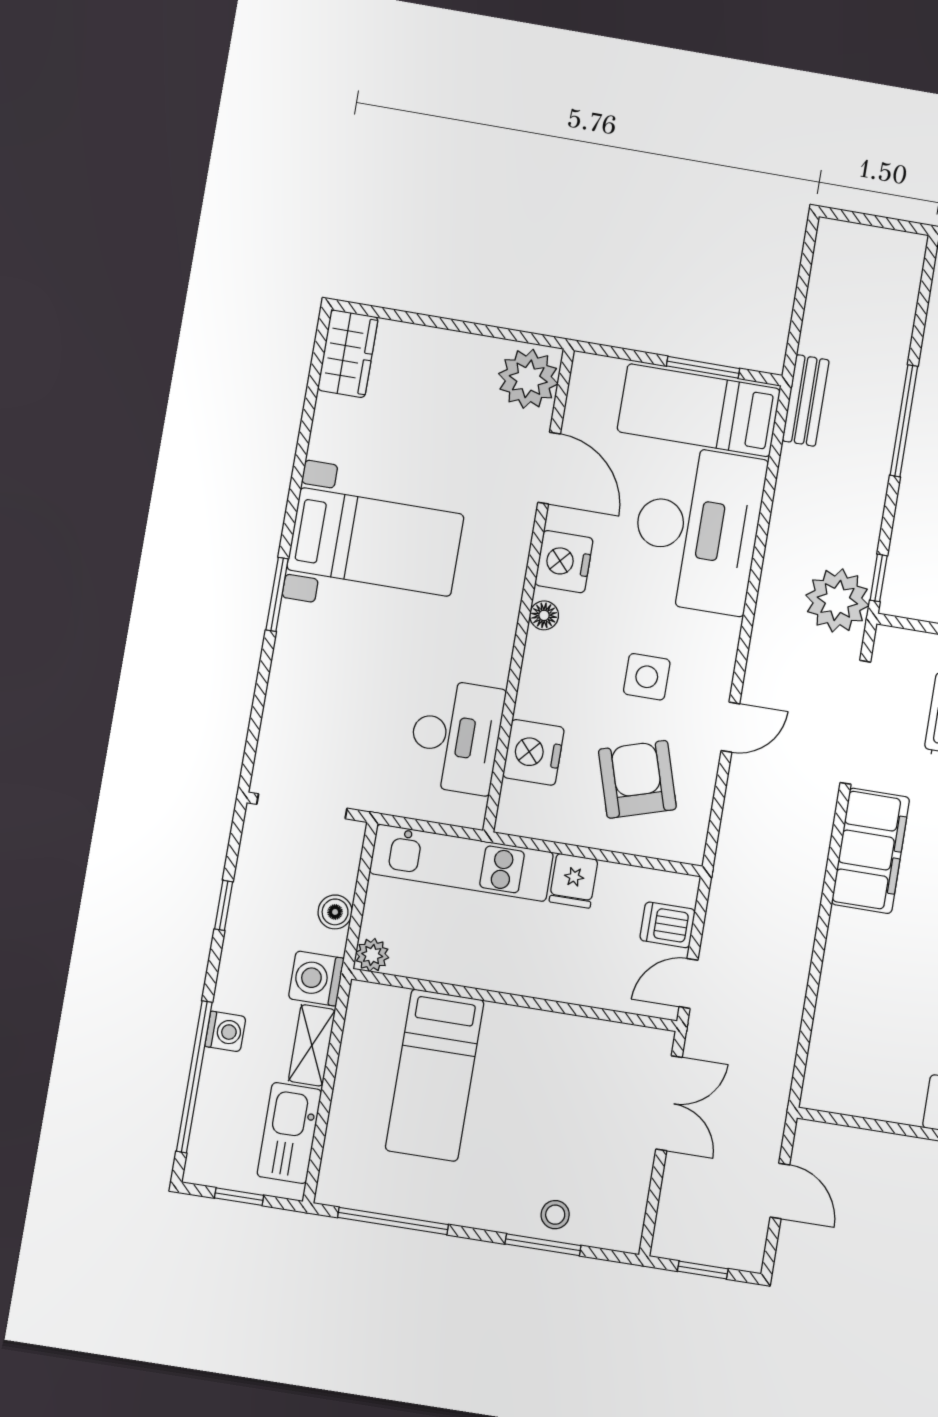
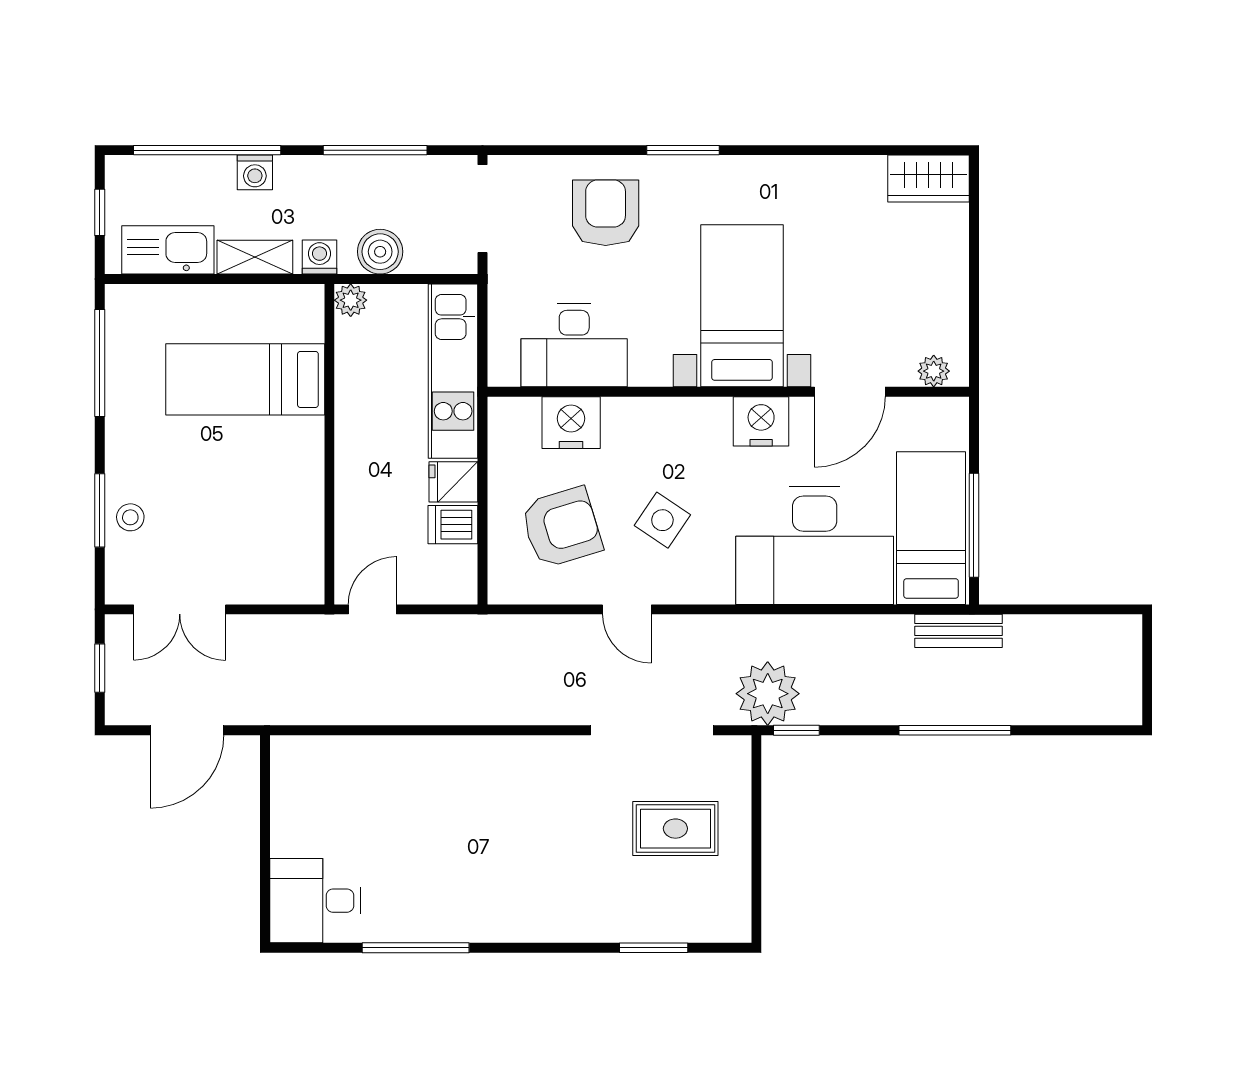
window: (703, 367) -> (974, 525), width x1.44
plant: (528, 379) -> (934, 371), width x0.53, depth x0.53
bed with nightstands: (376, 542) -> (742, 306), moved, turned 180
floor lamp: (544, 615) -> (706, 411), removed
side table: (647, 677) -> (662, 520), turned 34
armchair: (327, 683) -> (606, 213), added
filing cabinet: (871, 851) -> (529, 765), removed
window: (224, 905) -> (375, 150), width x2.17
boiler: (335, 912) -> (380, 252), width x1.36, depth x1.36
dishwasher: (668, 925) -> (453, 525), moved, turned -90
washing machine: (316, 978) -> (320, 257), width x0.73, depth x0.73
door: (689, 983) -> (372, 609), hinge flipped
double door: (669, 1103) -> (180, 609), moved
door: (780, 1191) -> (187, 730), width x1.38

